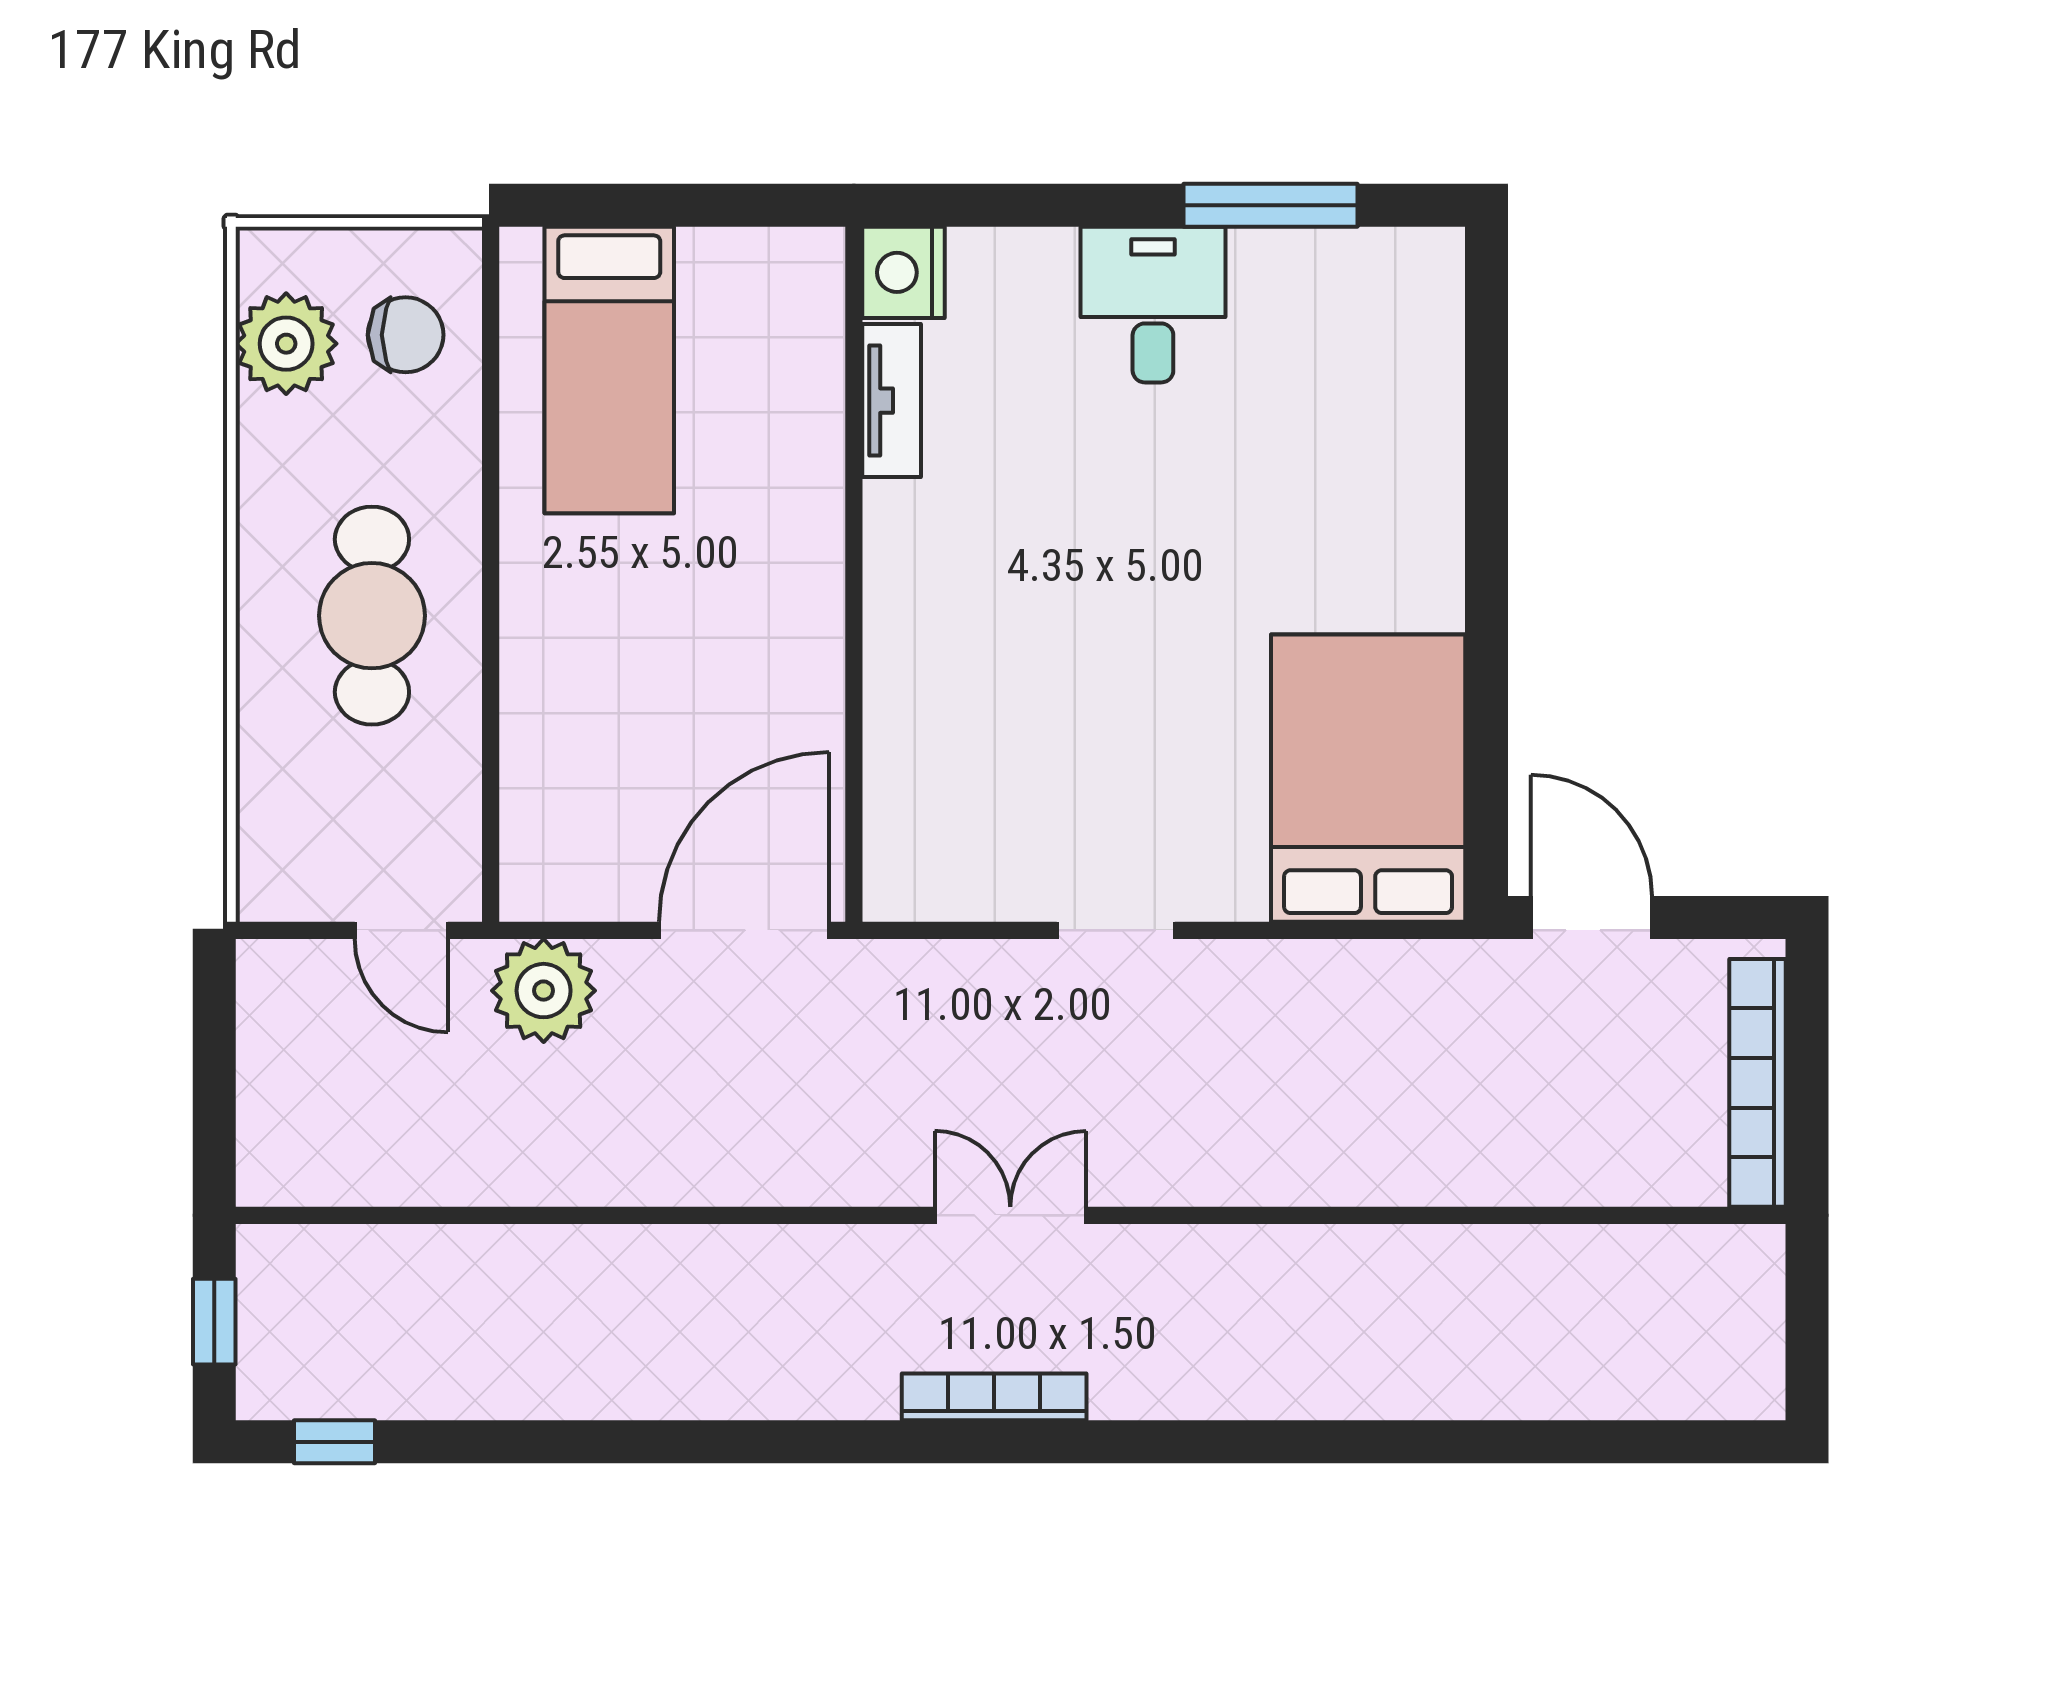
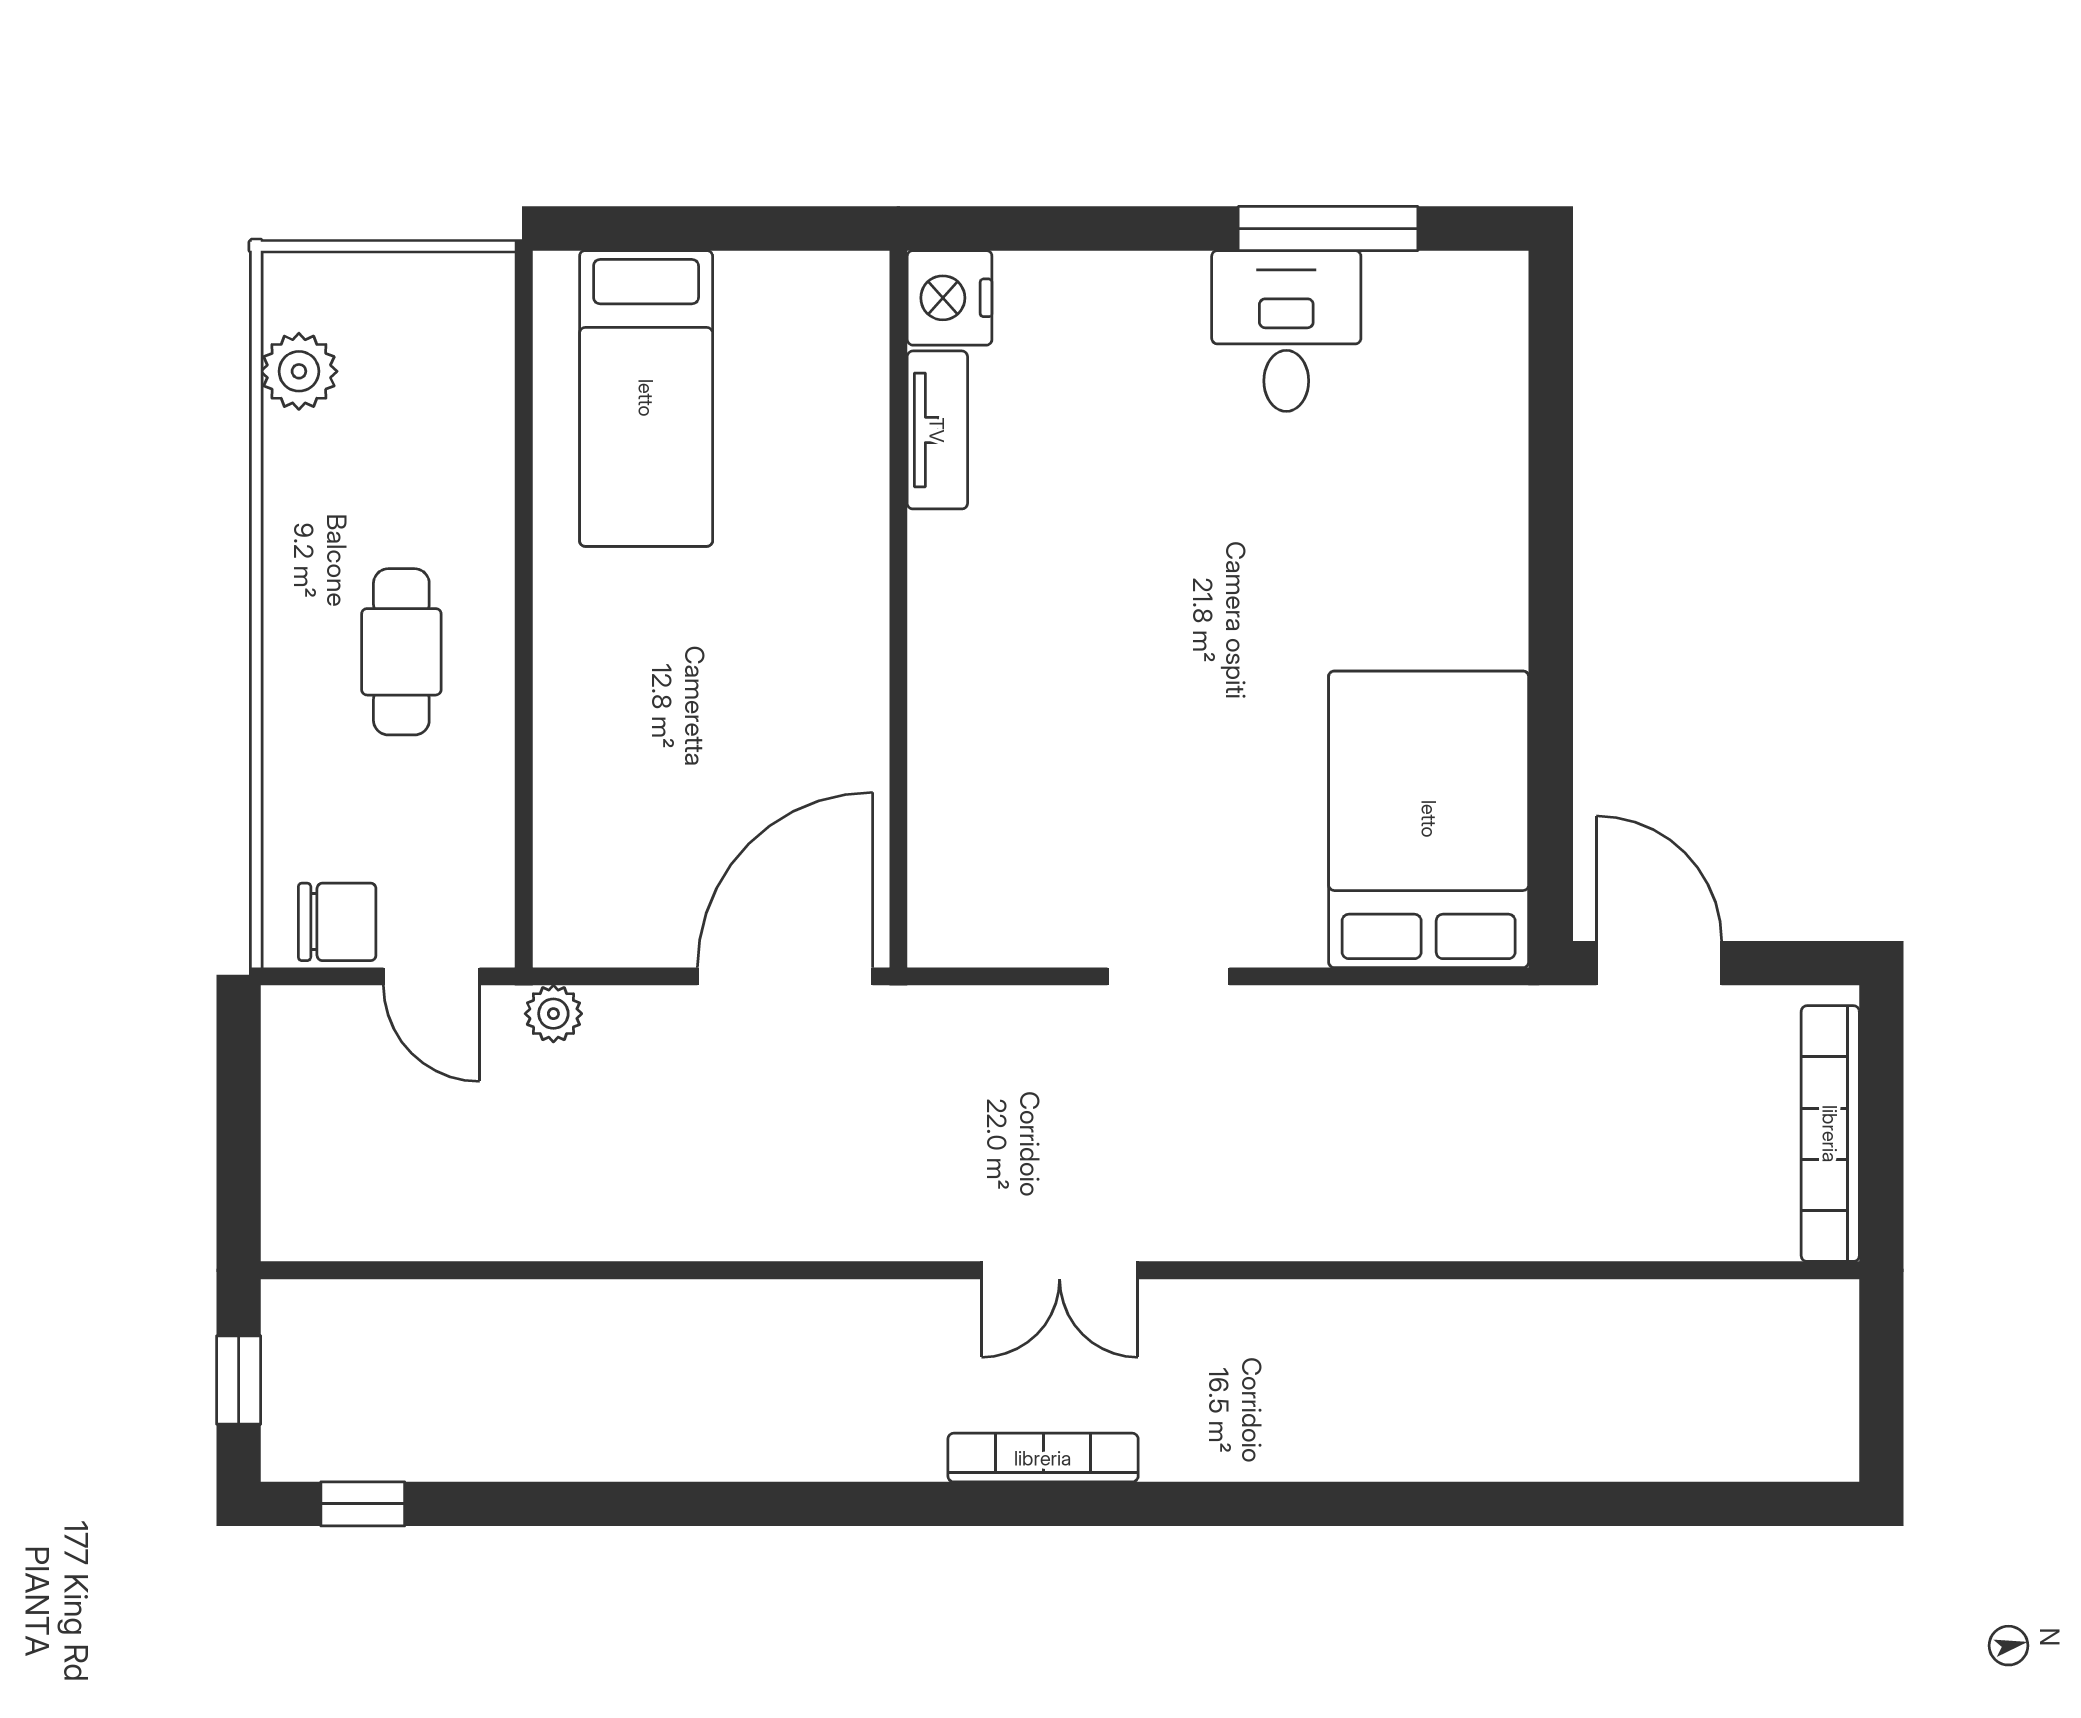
desk: (1153, 305) -> (1286, 331), moved
chair: (406, 335) -> (337, 922), moved
plant: (286, 344) -> (299, 371), width x0.73, depth x0.73
cafe table: (372, 616) -> (401, 652), width x0.73, depth x0.74
plant: (544, 991) -> (553, 1014), width x0.53, depth x0.53
double door: (1010, 1215) -> (1060, 1270), swing flipped

